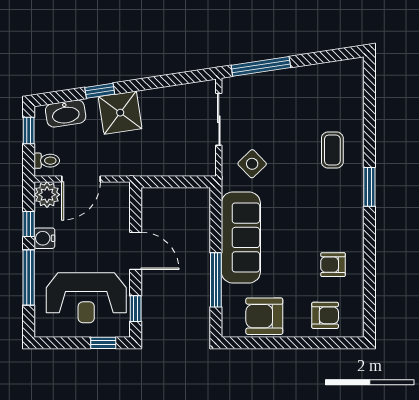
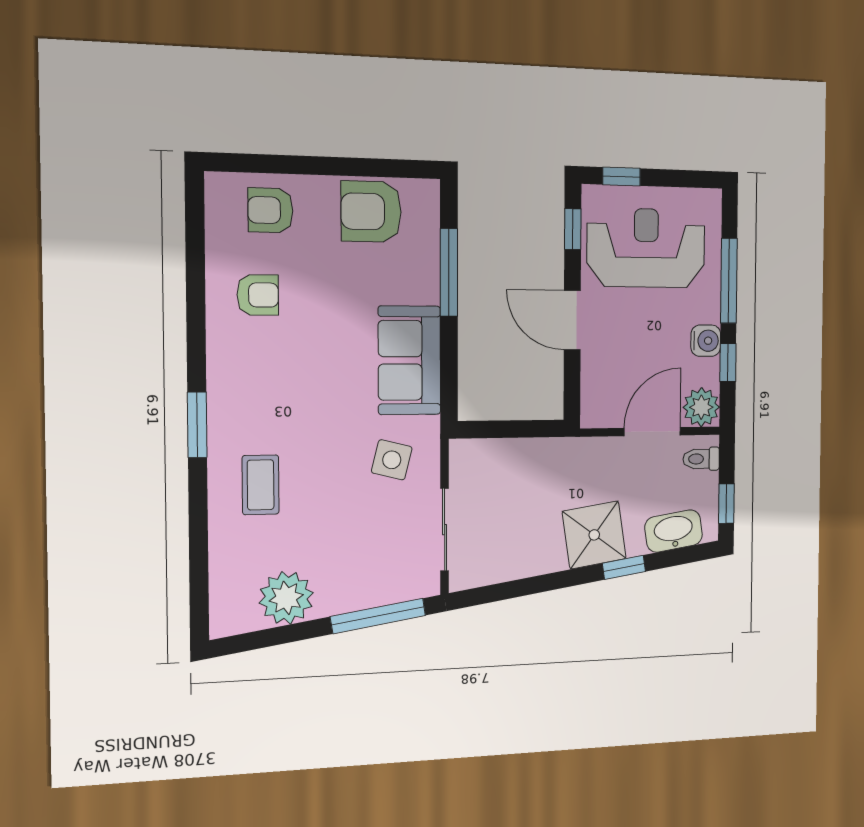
plant: (317, 80) -> (286, 598), added
side table: (252, 164) -> (392, 460), turned -32
sofa: (241, 237) -> (409, 360), width x0.73
armchair: (264, 316) -> (371, 212), turned 180

